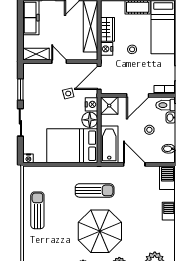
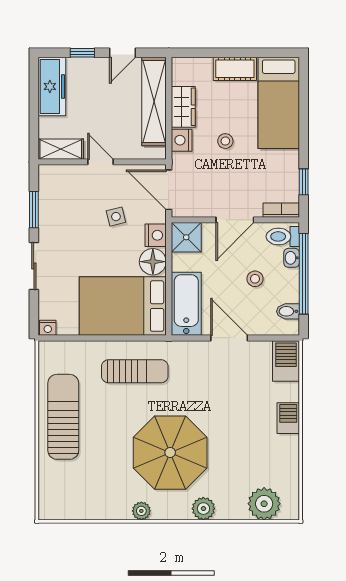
door: (99, 78) -> (169, 190), hinge flipped
sun lounger: (95, 190) -> (135, 371), moved
sun lounger: (37, 210) -> (63, 417), width x1.36, depth x1.34

